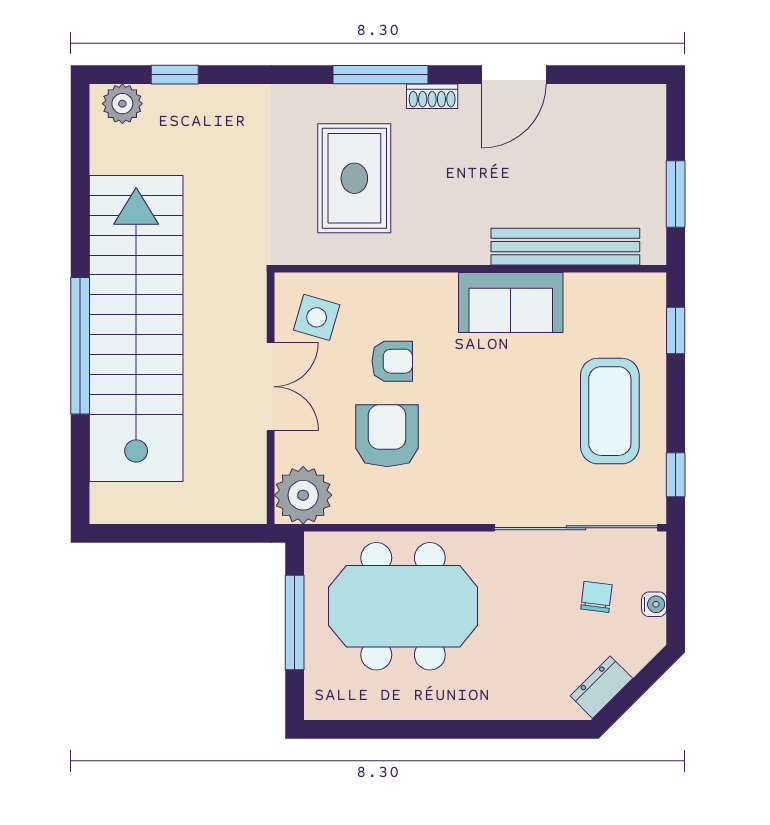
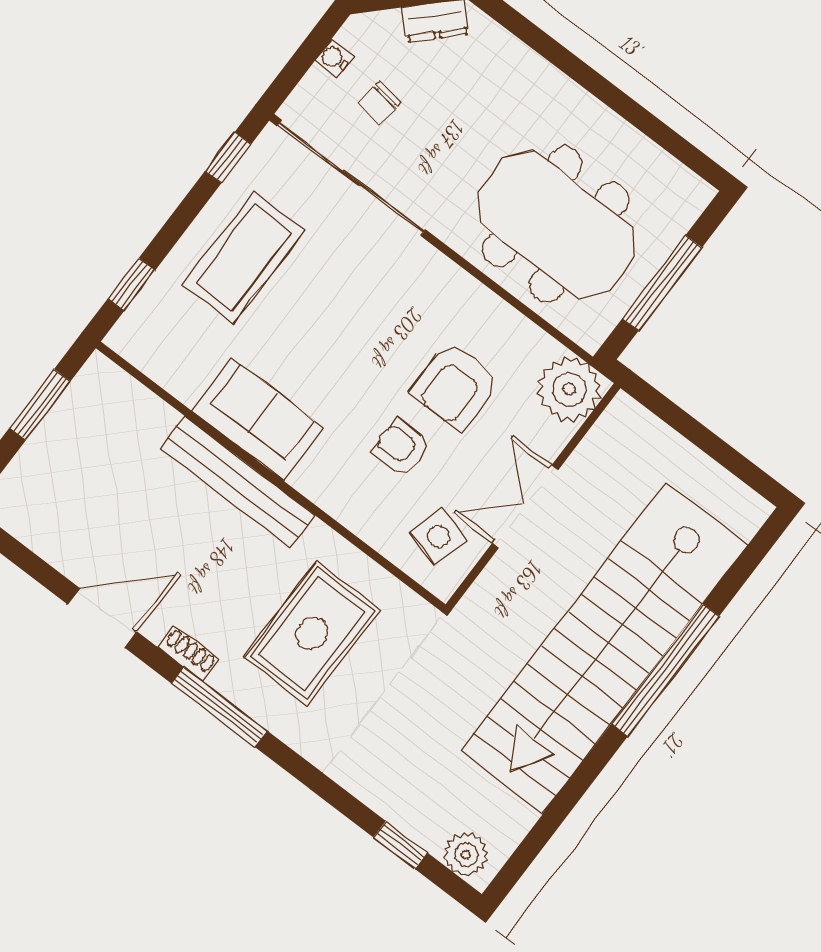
bench: (565, 247) -> (238, 482), moved

